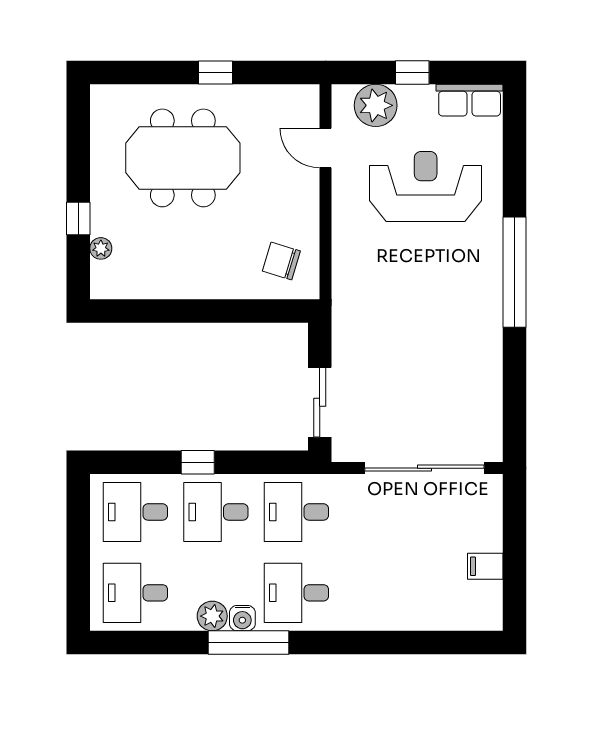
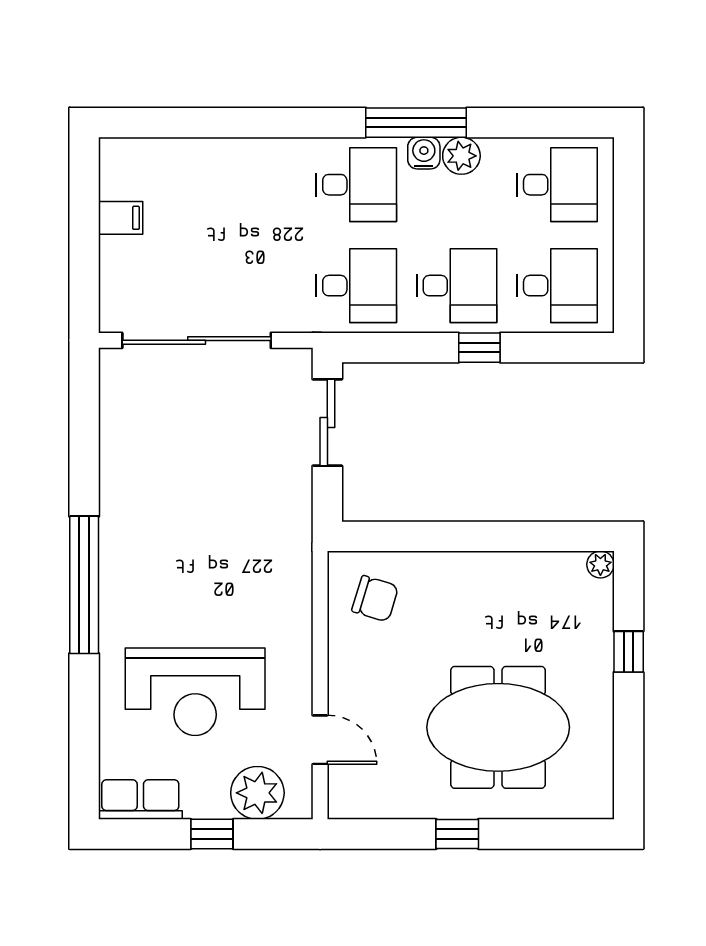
plant: (101, 248) -> (600, 565), moved

